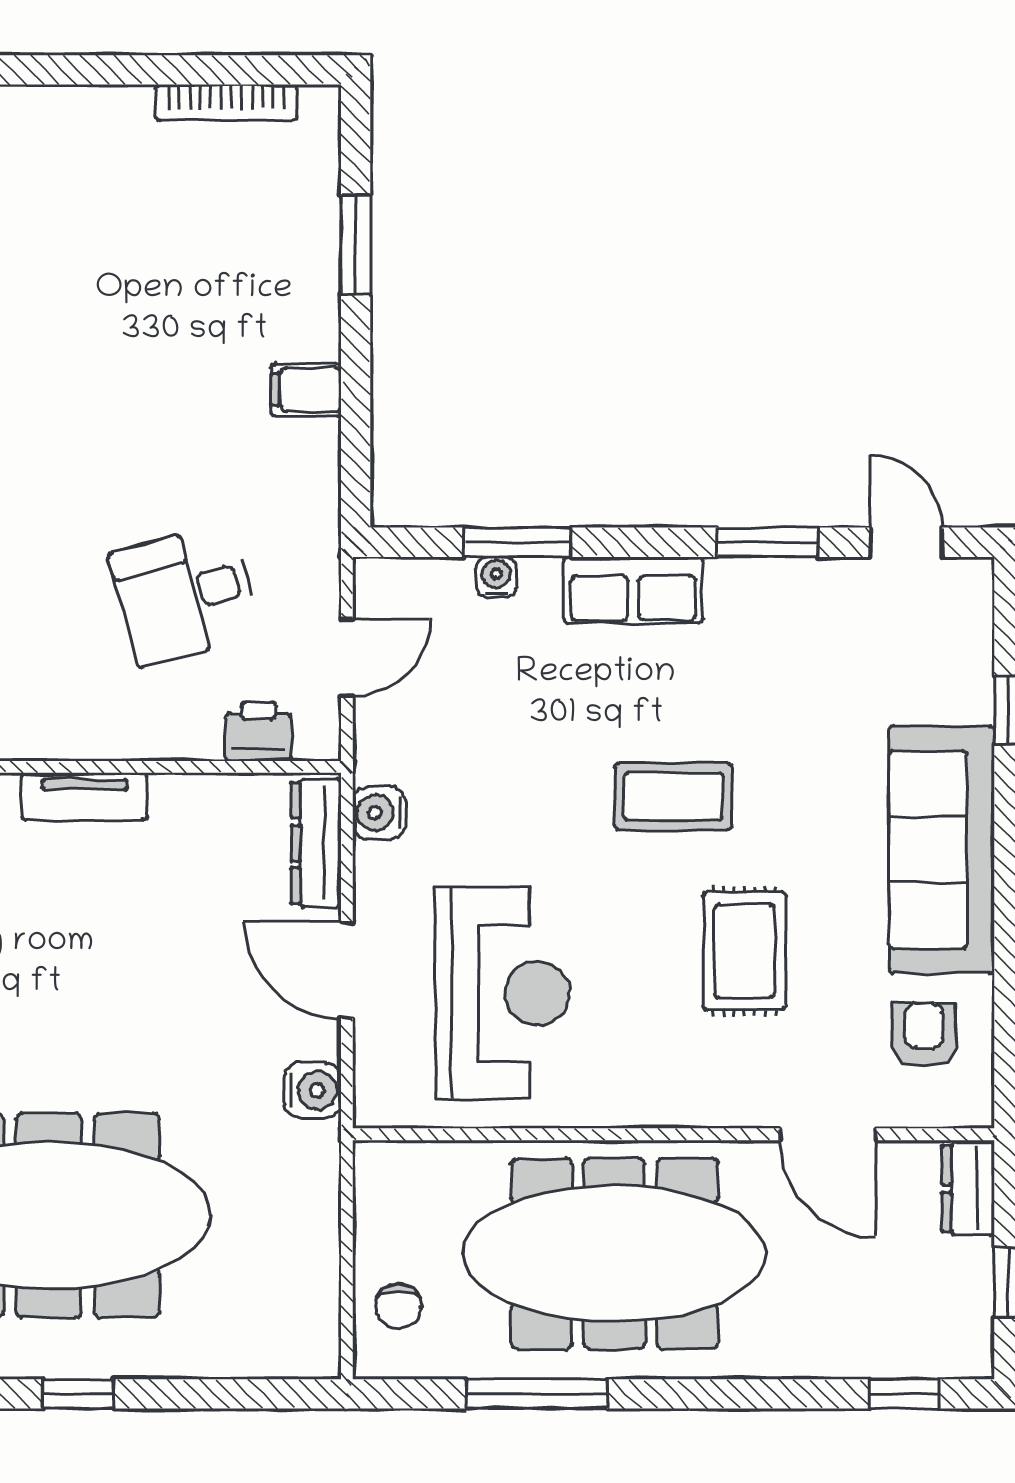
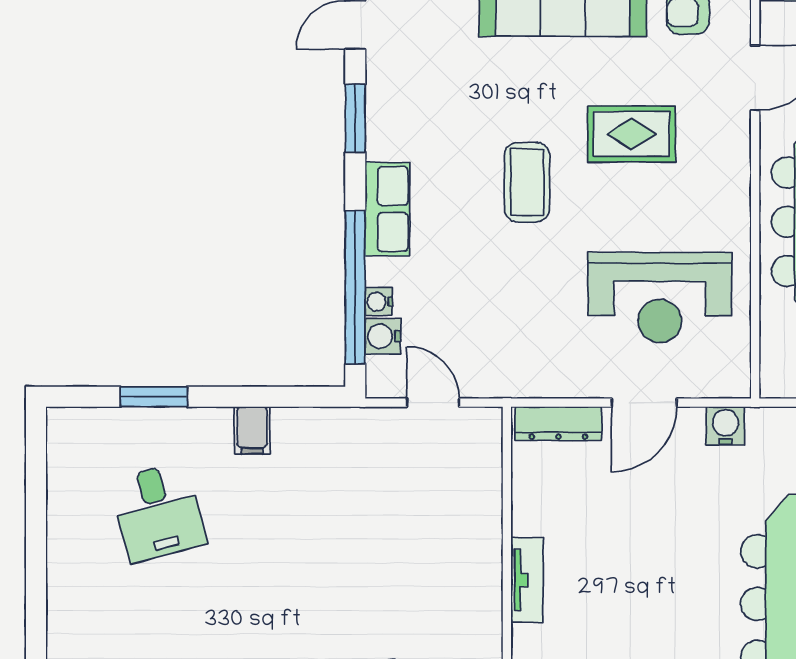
bookcase: (226, 103) -> (58, 484), removed
window: (517, 542) -> (355, 287), width x2.11
desk: (185, 595) -> (158, 512), moved
printer: (258, 731) -> (483, 462), removed
water cooler: (379, 813) -> (383, 336), moved, turned 90
reception desk: (502, 993) -> (660, 298), turned 180

